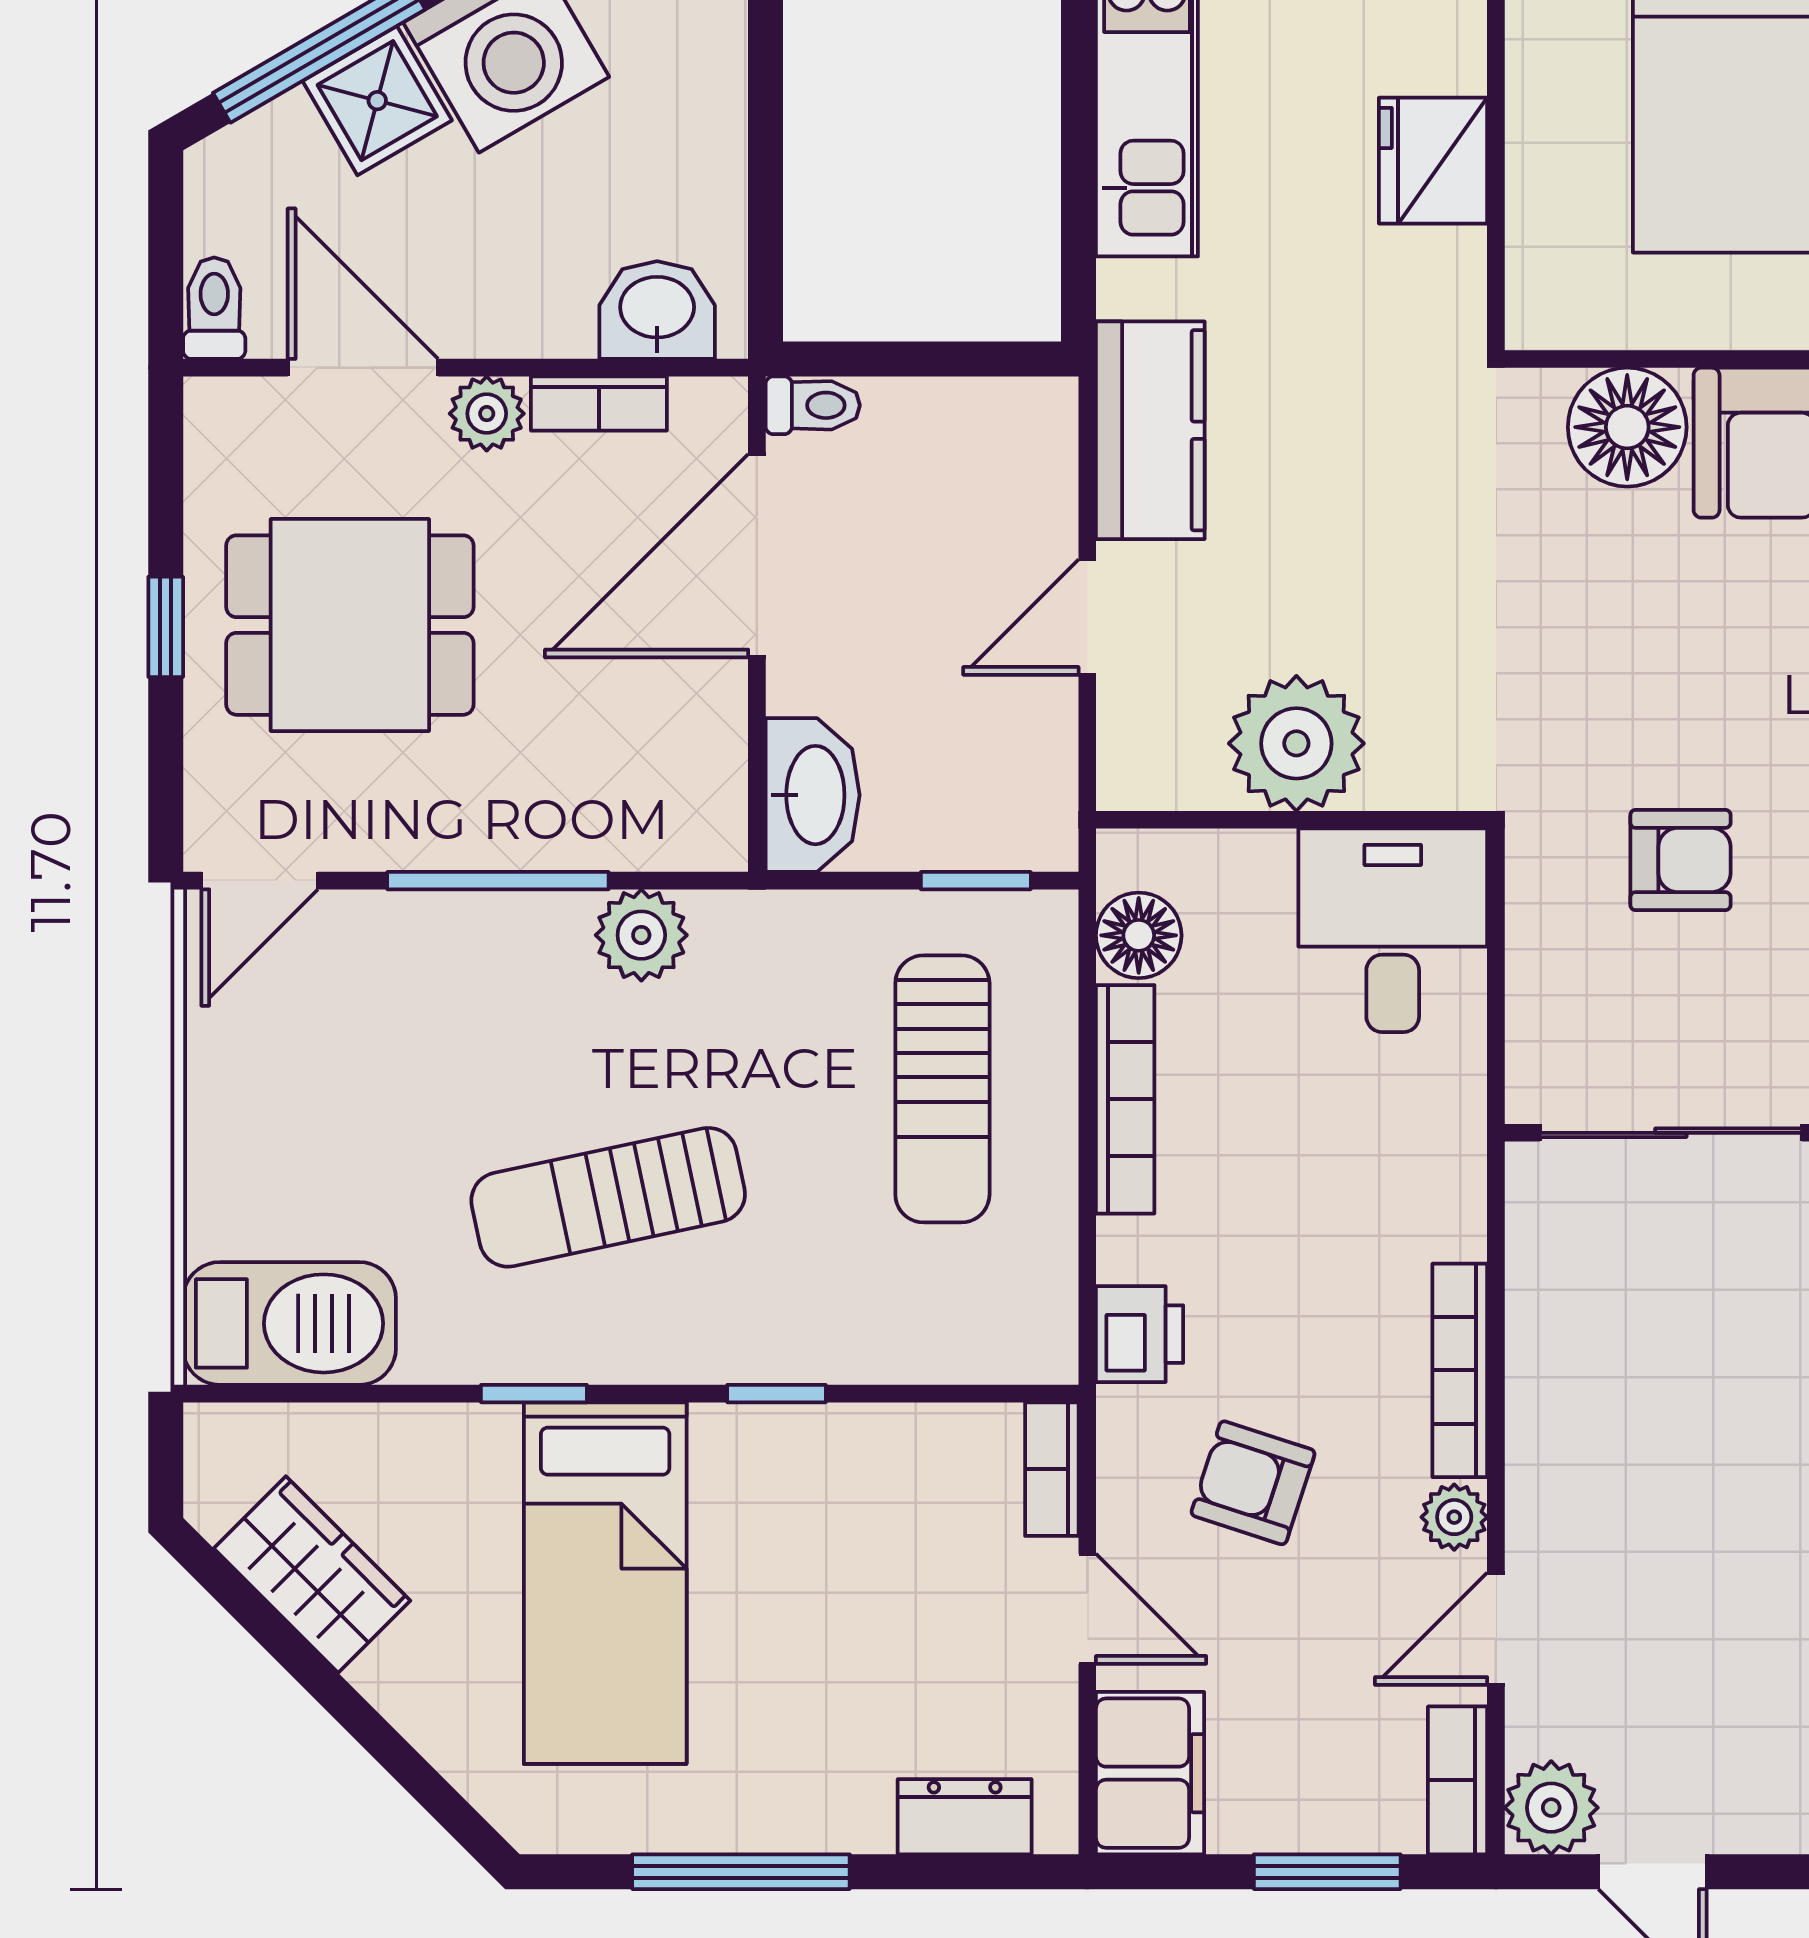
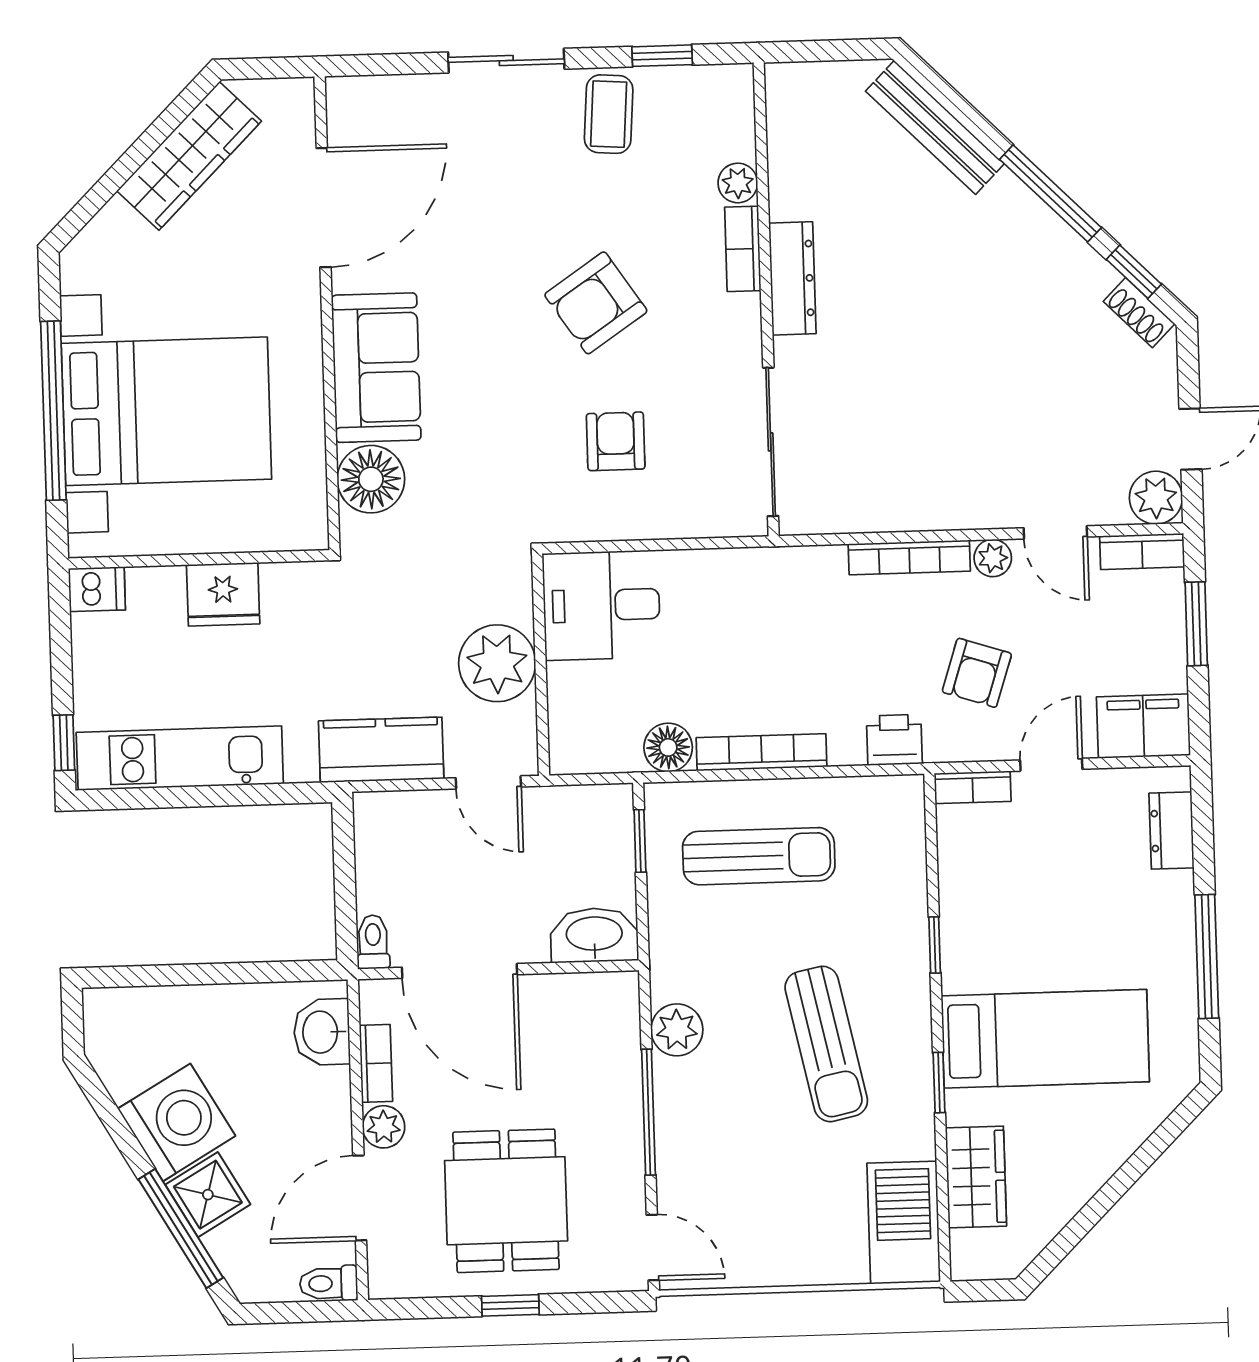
plant: (1296, 743) -> (497, 663), moved
wall: (1292, 820) -> (541, 665), moved
desk: (1393, 930) -> (601, 605), moved
wardrobe: (312, 1575) -> (976, 1177), moved, turned 135

